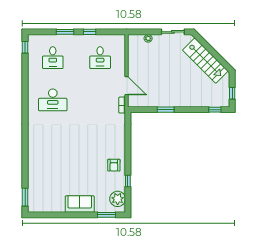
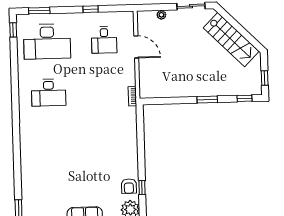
window: (65, 32) -> (39, 11), moved
desk: (53, 58) -> (47, 42), width x1.87, depth x1.30
door: (127, 86) -> (136, 47), moved
window: (166, 110) -> (207, 100), moved
armchair: (114, 165) -> (129, 186), moved

